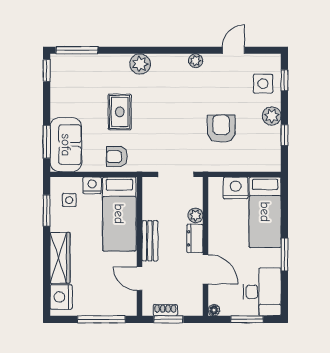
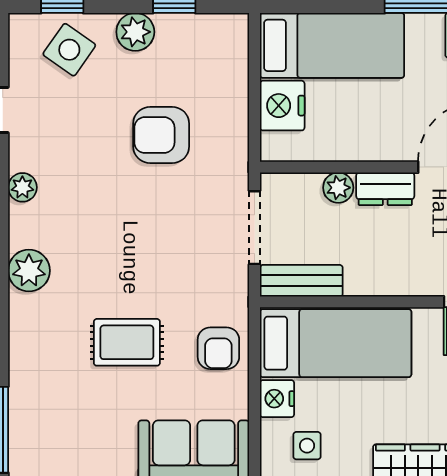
plant: (140, 64) -> (29, 271), moved
side table: (263, 84) -> (69, 50), turned 35
bench: (150, 241) -> (301, 281), moved

